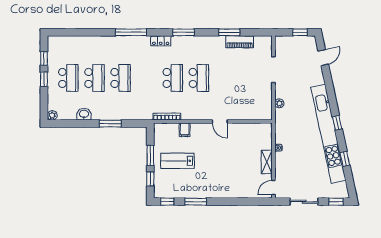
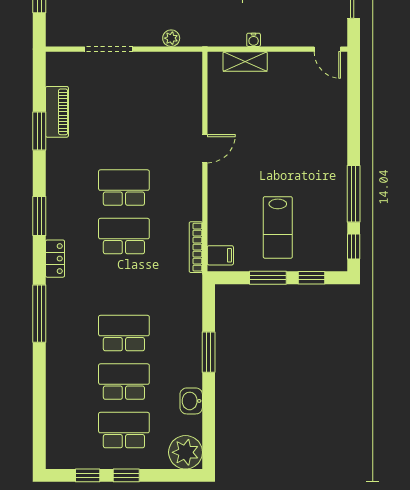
plant: (52, 115) -> (186, 452), width x1.88, depth x1.88
filing cabinet: (185, 130) -> (220, 255), moved
shelving: (267, 162) -> (245, 62), moved
window: (196, 202) -> (354, 194), width x1.44

